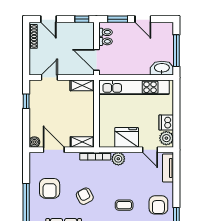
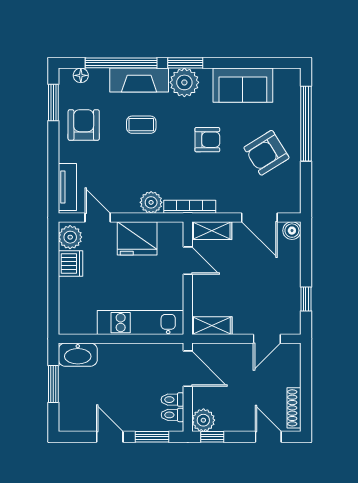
plant: (87, 29) -> (203, 420), added
window: (176, 51) -> (53, 384), width x0.69
kitchen unit: (134, 87) -> (140, 323), width x0.73
door: (96, 124) -> (188, 261), added
armchair: (50, 188) -> (266, 153), turned -122
armchair: (85, 196) -> (207, 140), turned -62

